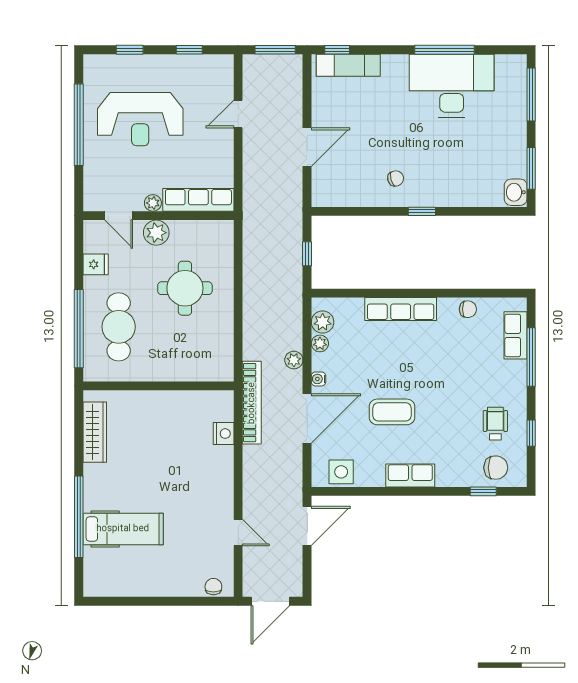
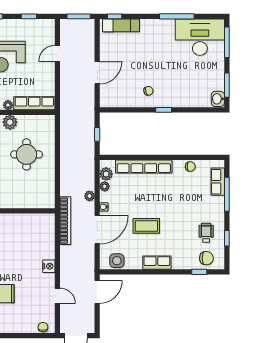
desk: (452, 86) -> (200, 37), moved
row of seats: (401, 309) -> (144, 166), width x1.36
nightstand: (224, 434) -> (49, 266), moved

